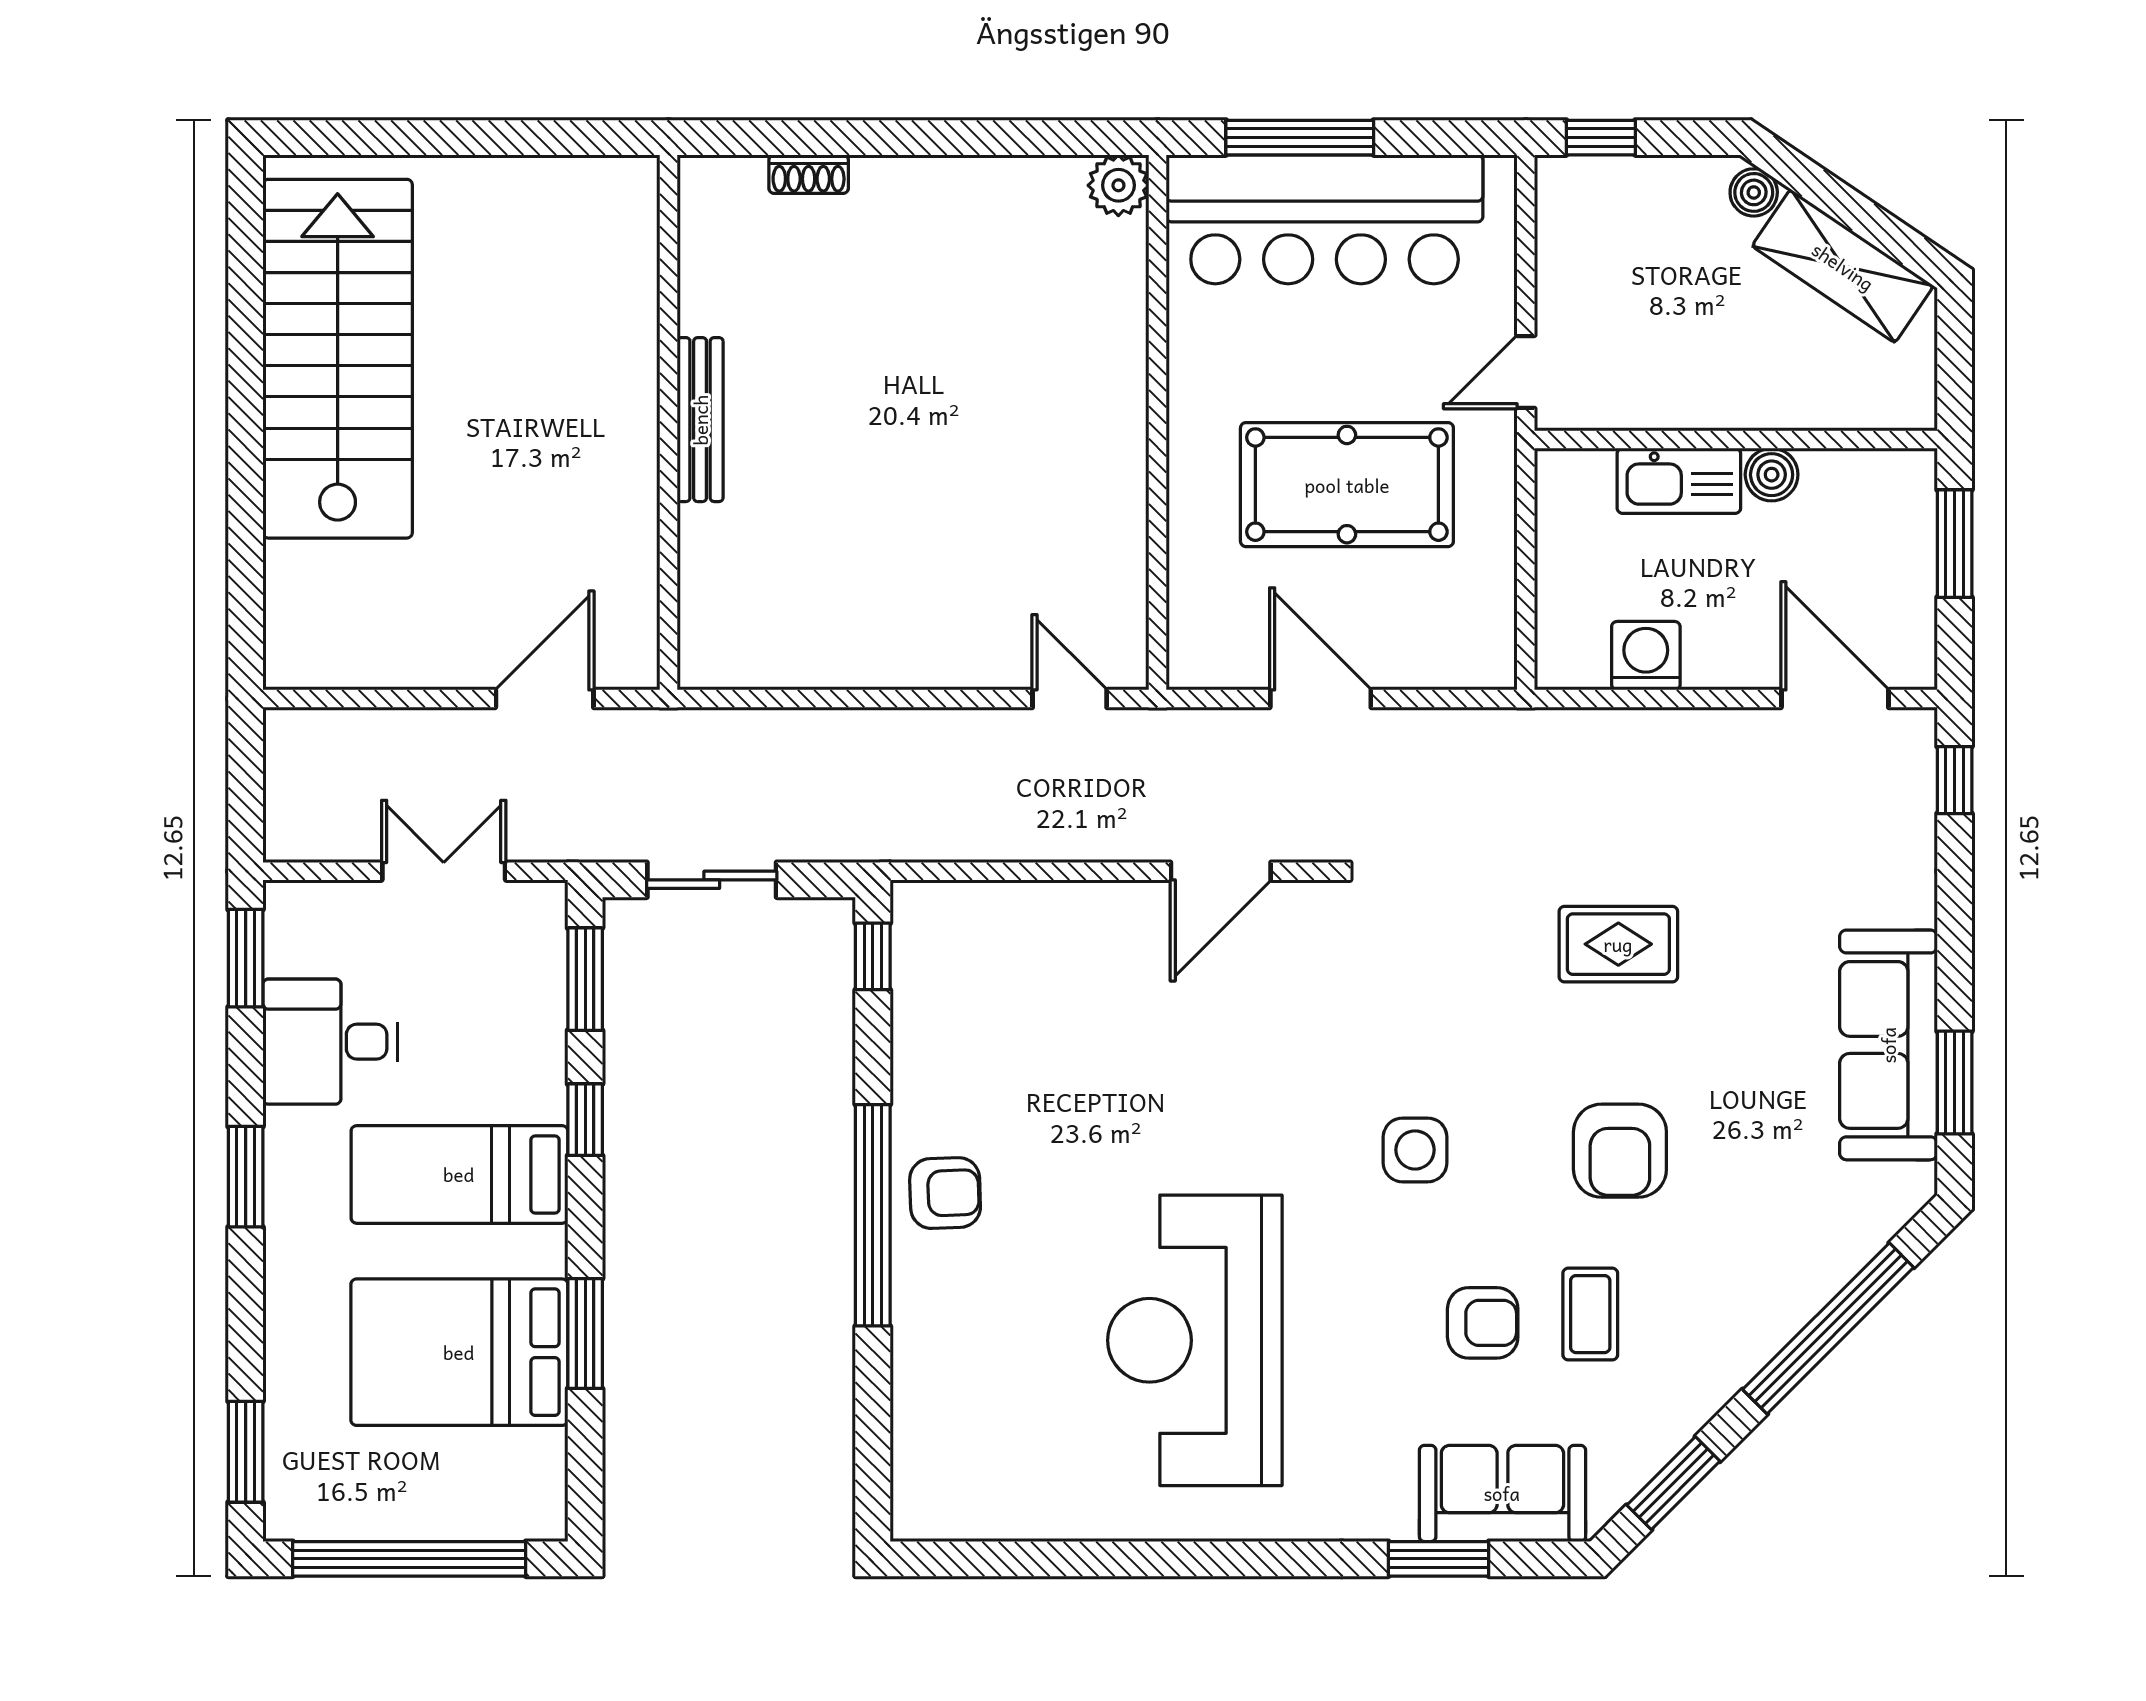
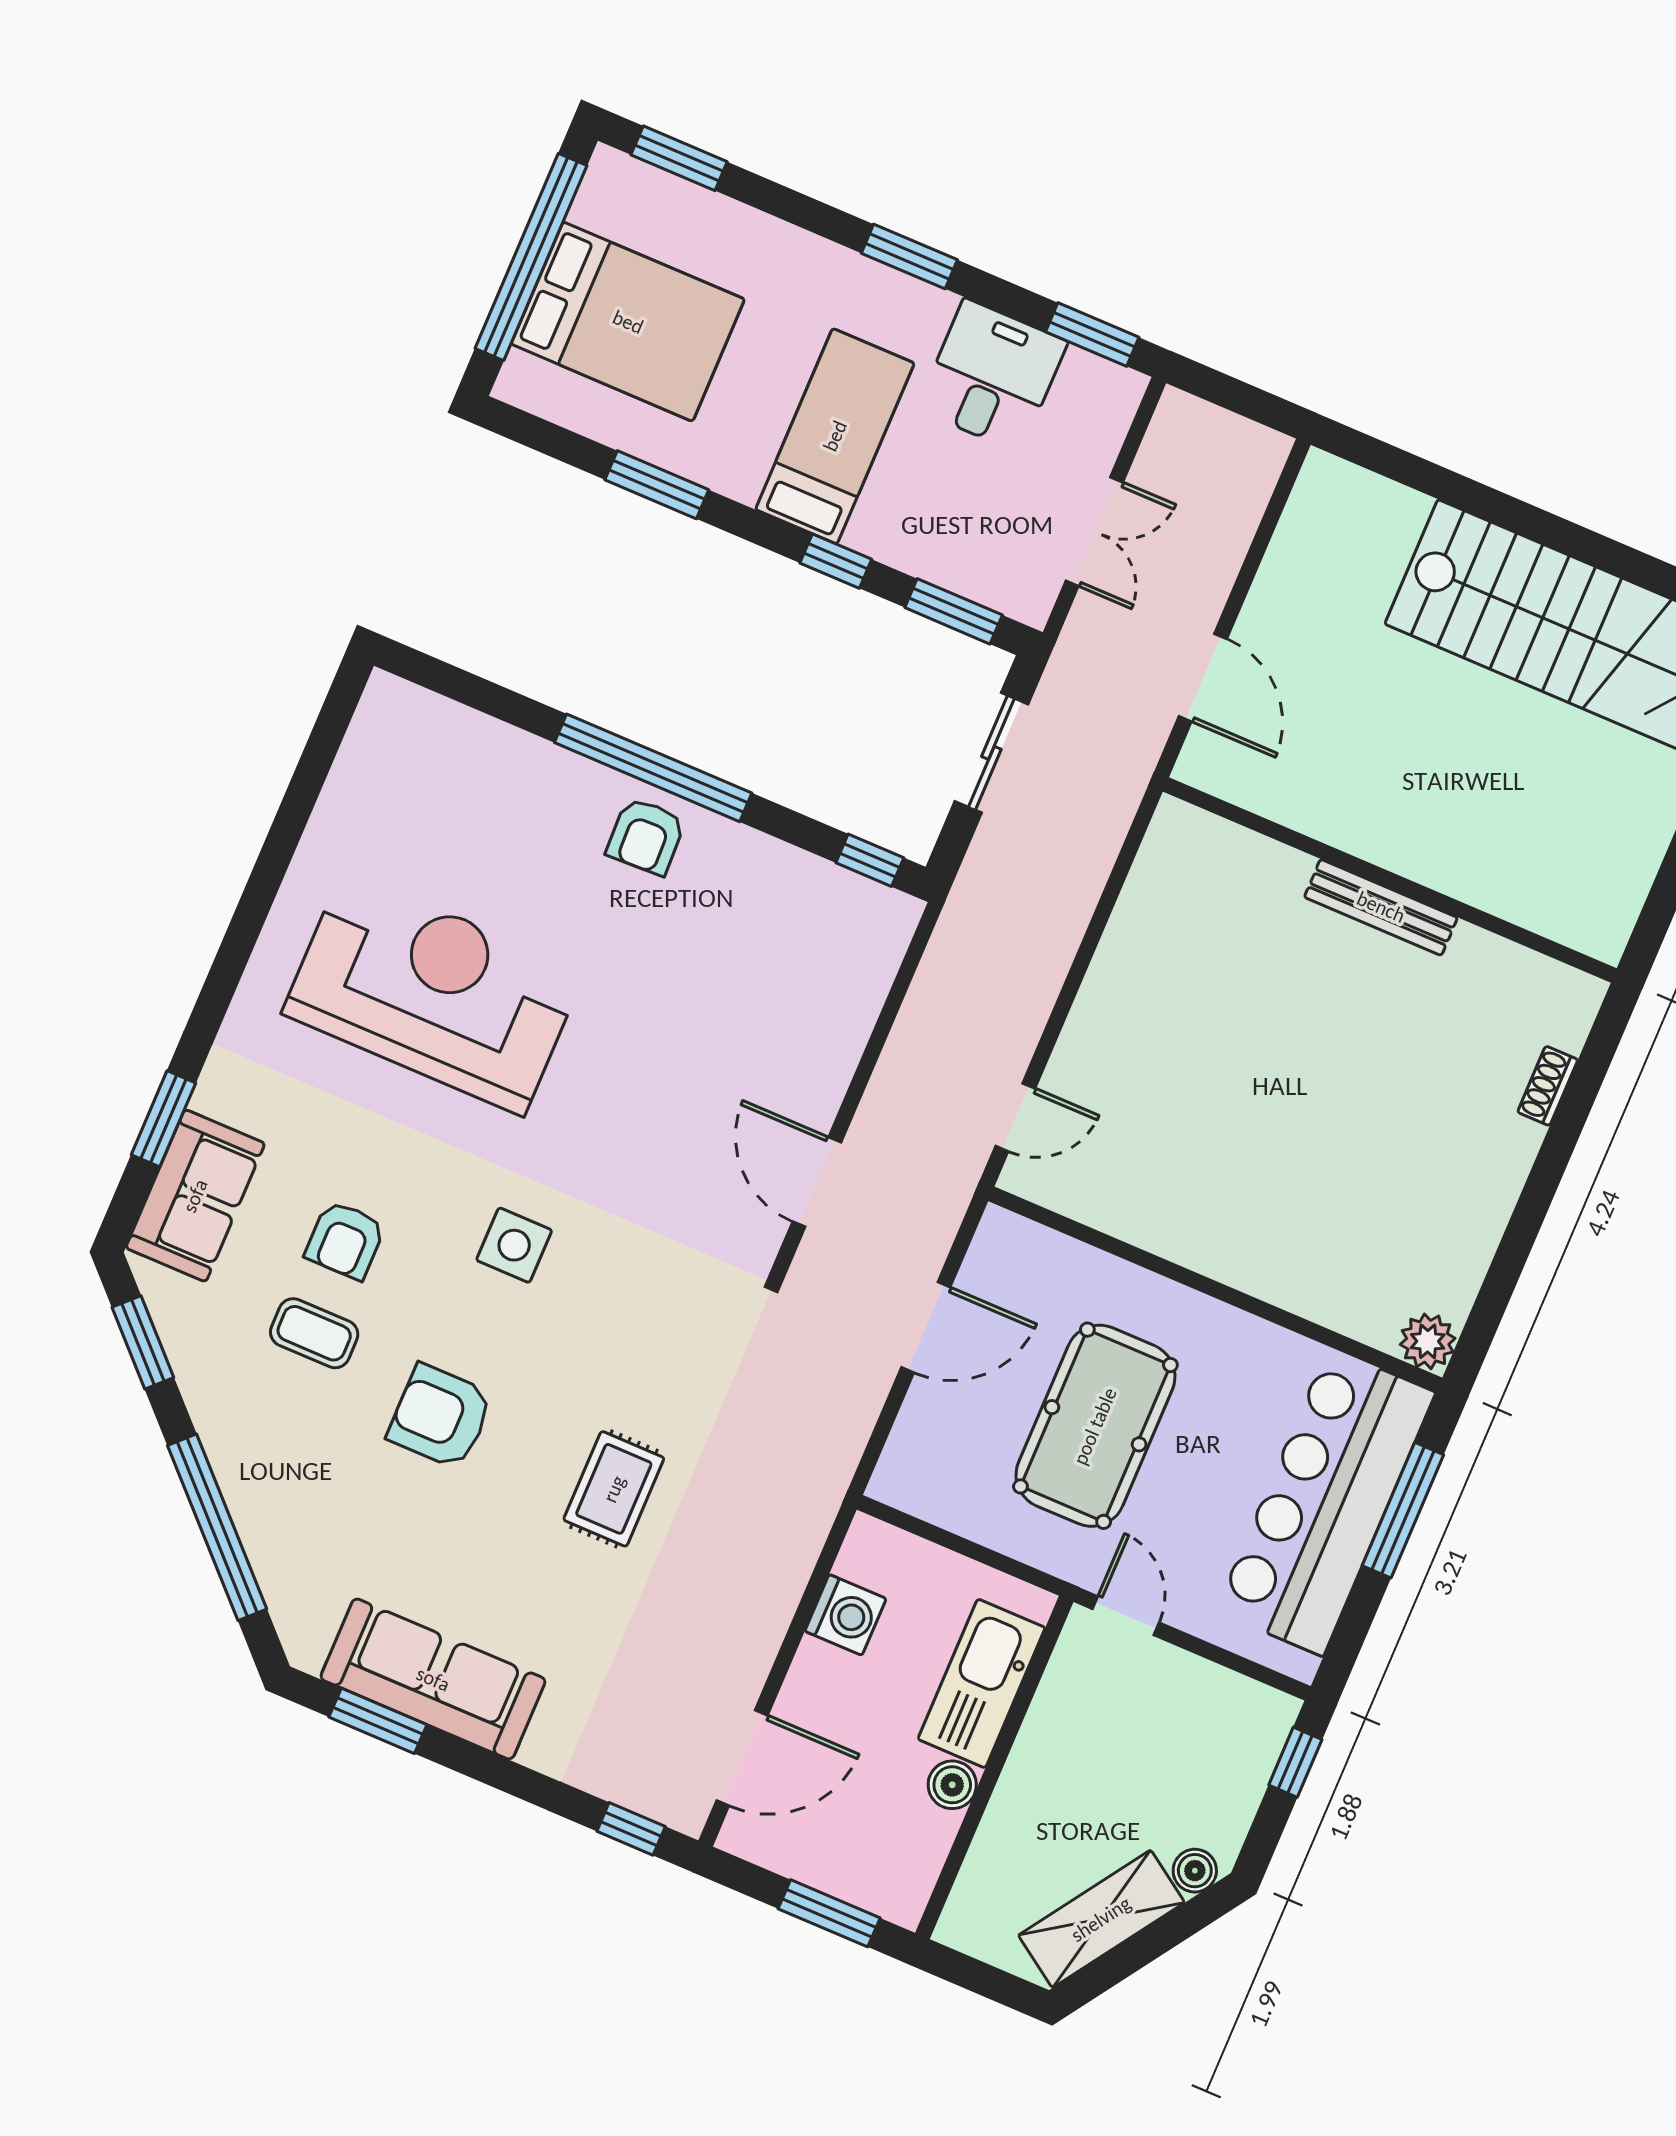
kitchen sink: (1679, 481) -> (982, 1683), width x1.36, depth x1.24
bed: (459, 1352) -> (628, 322), moved, turned 90

